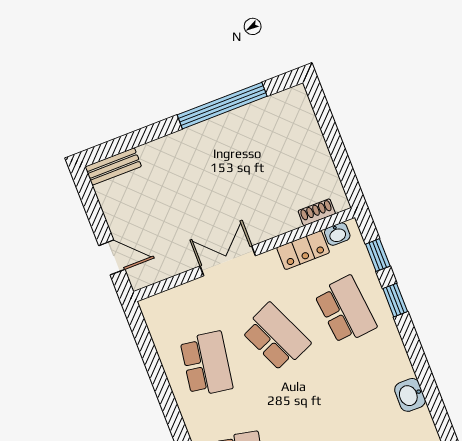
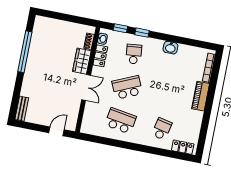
wardrobe: (272, 222) -> (82, 61), added
double door: (228, 261) -> (86, 87), swing flipped
school desk: (345, 310) -> (134, 54), width x0.54
washbasin: (410, 395) -> (170, 48), moved

